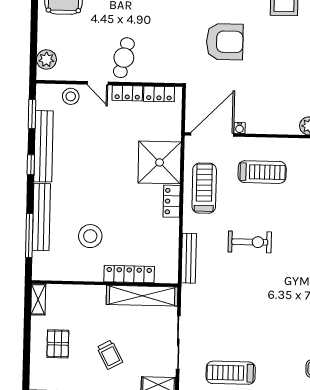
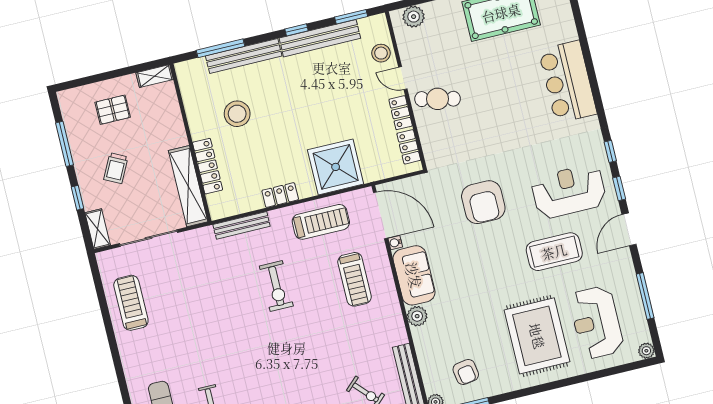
door: (98, 83) -> (403, 78), hinge flipped
sofa: (273, 119) -> (414, 275), added
locker: (172, 201) -> (280, 195), moved
trolley: (110, 355) -> (116, 168), turned -35

